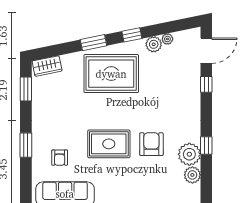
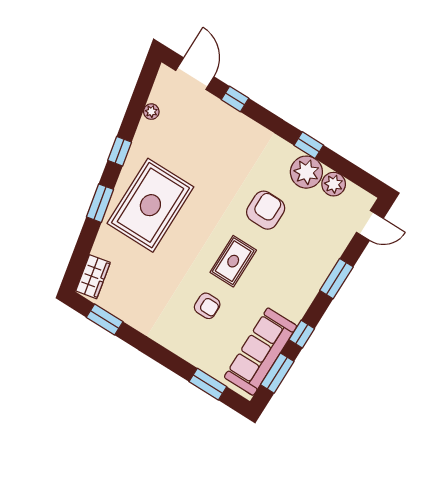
plant: (154, 44) -> (147, 132), removed
rug: (109, 144) -> (233, 261), width x0.73, depth x0.70
armchair: (151, 144) -> (266, 210), turned 90
window: (26, 145) -> (208, 384), moved
armchair: (60, 158) -> (207, 306), moved

